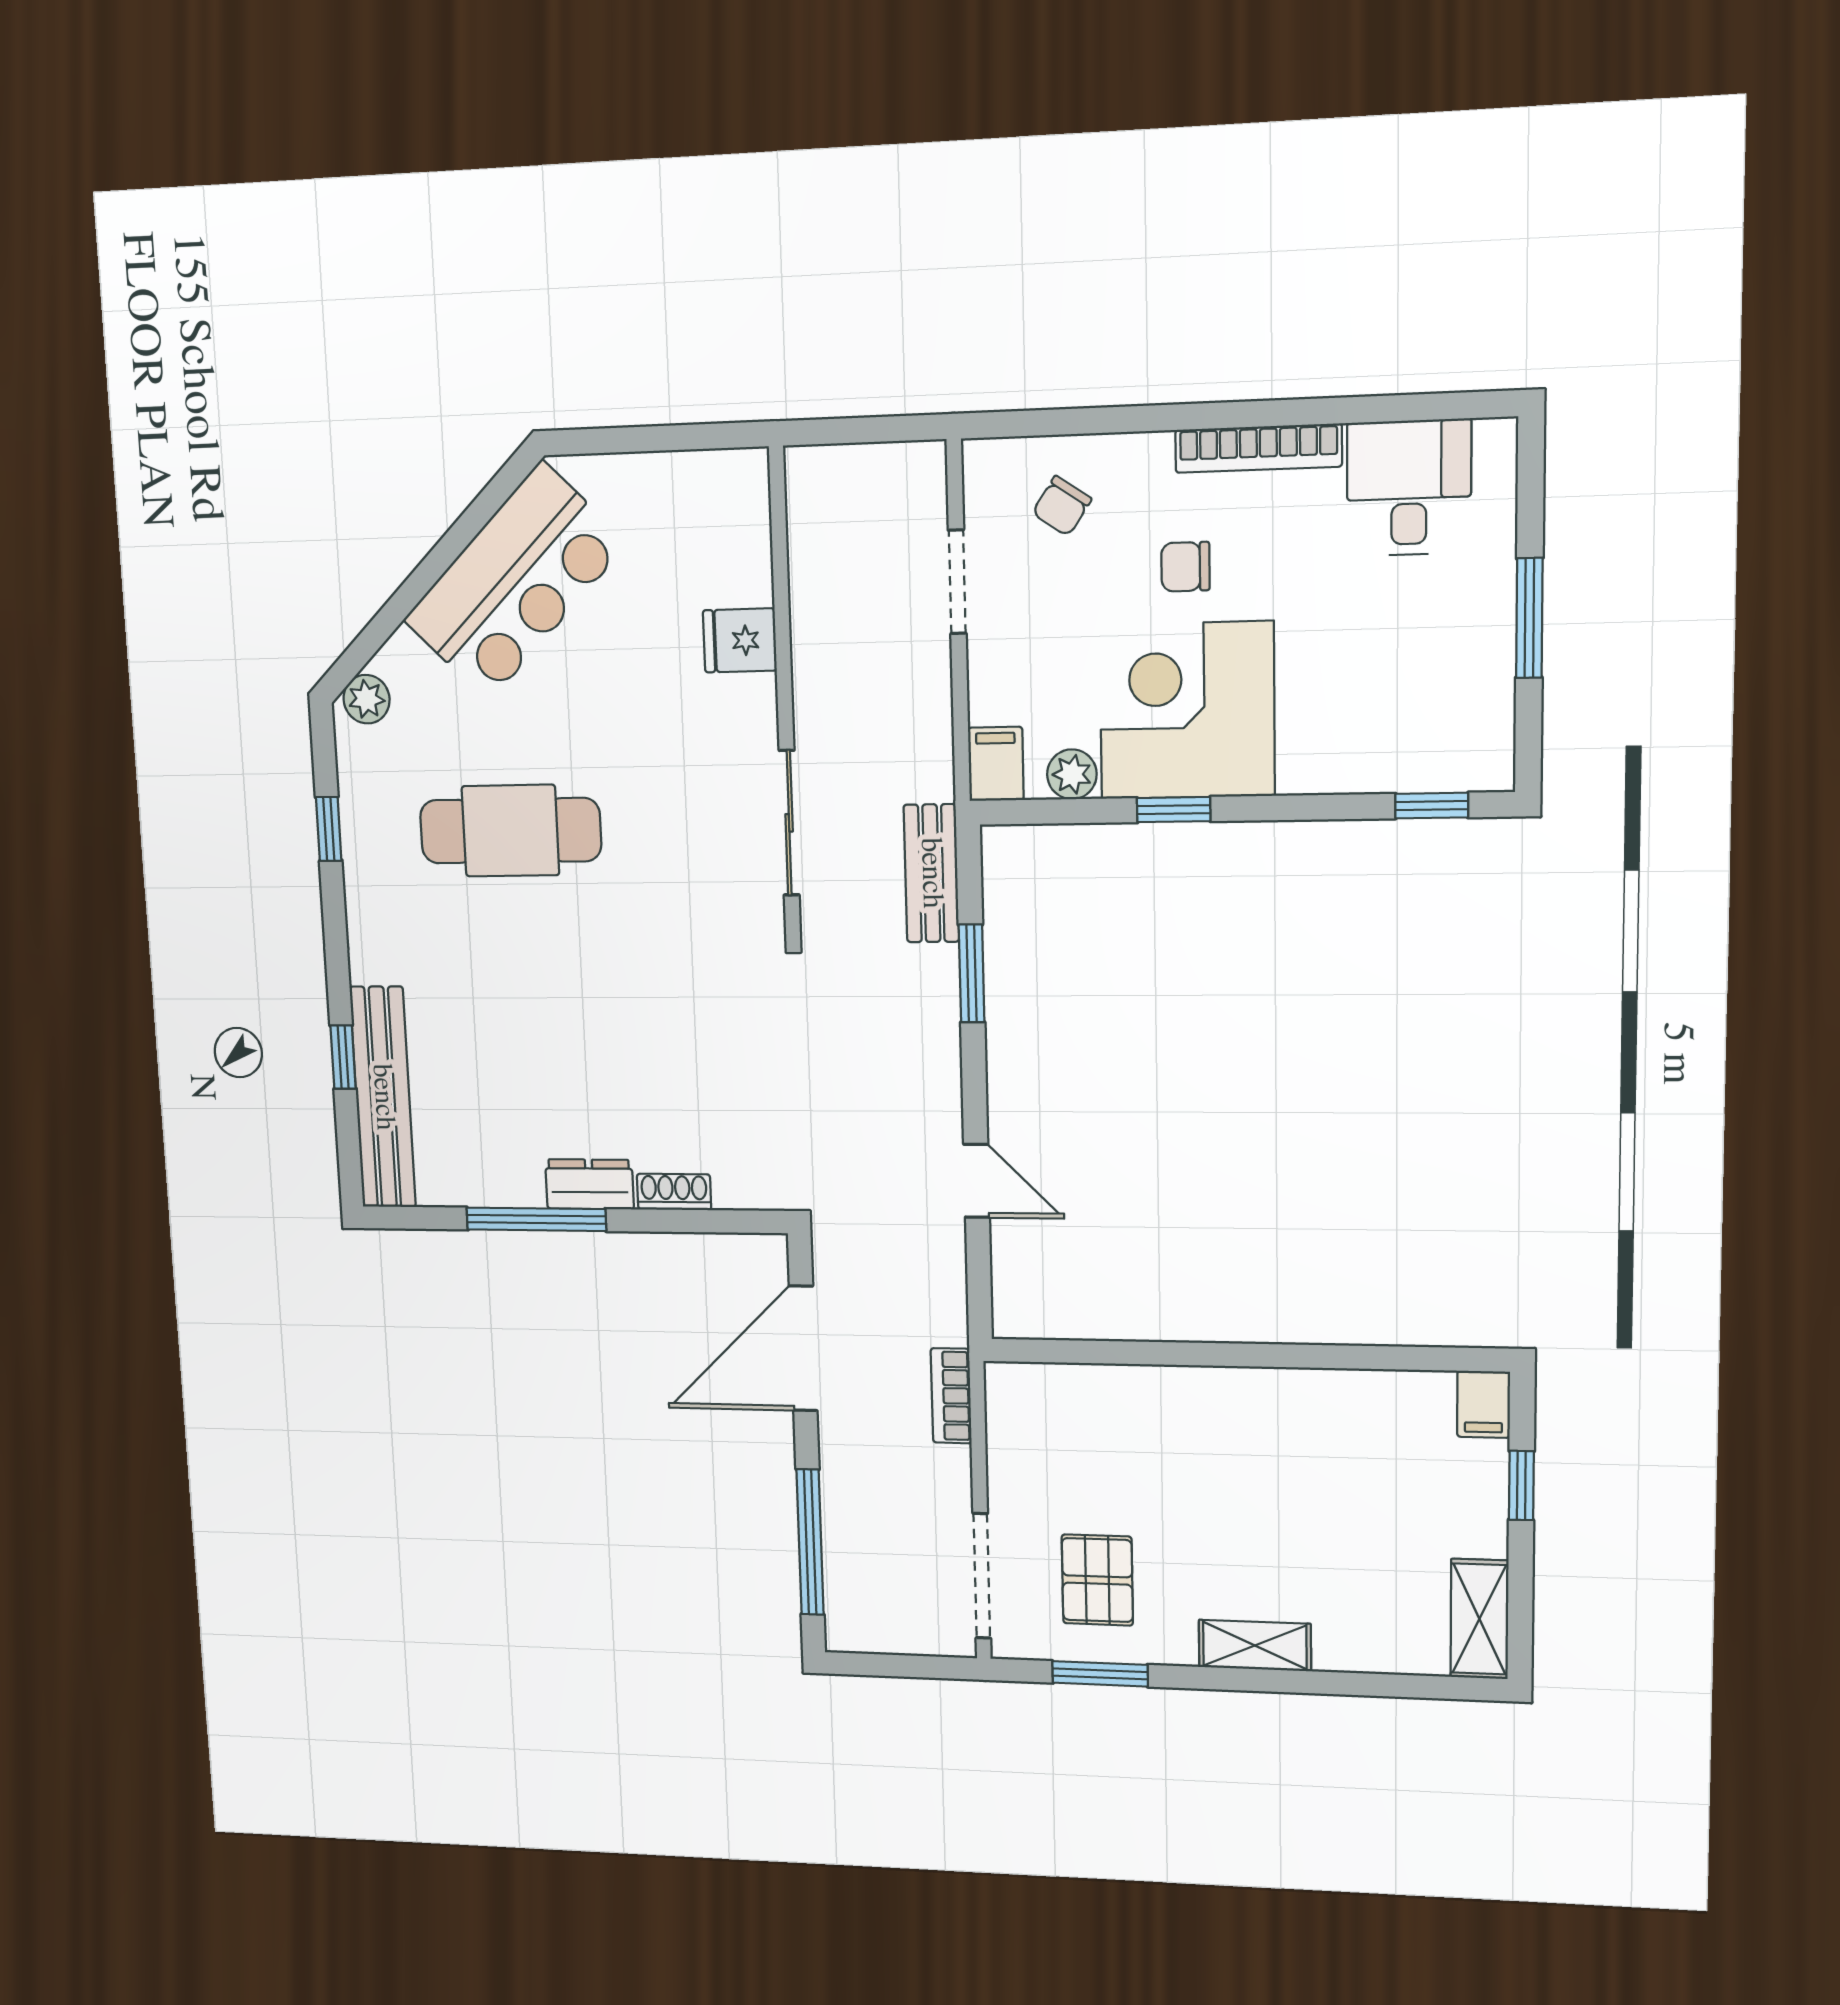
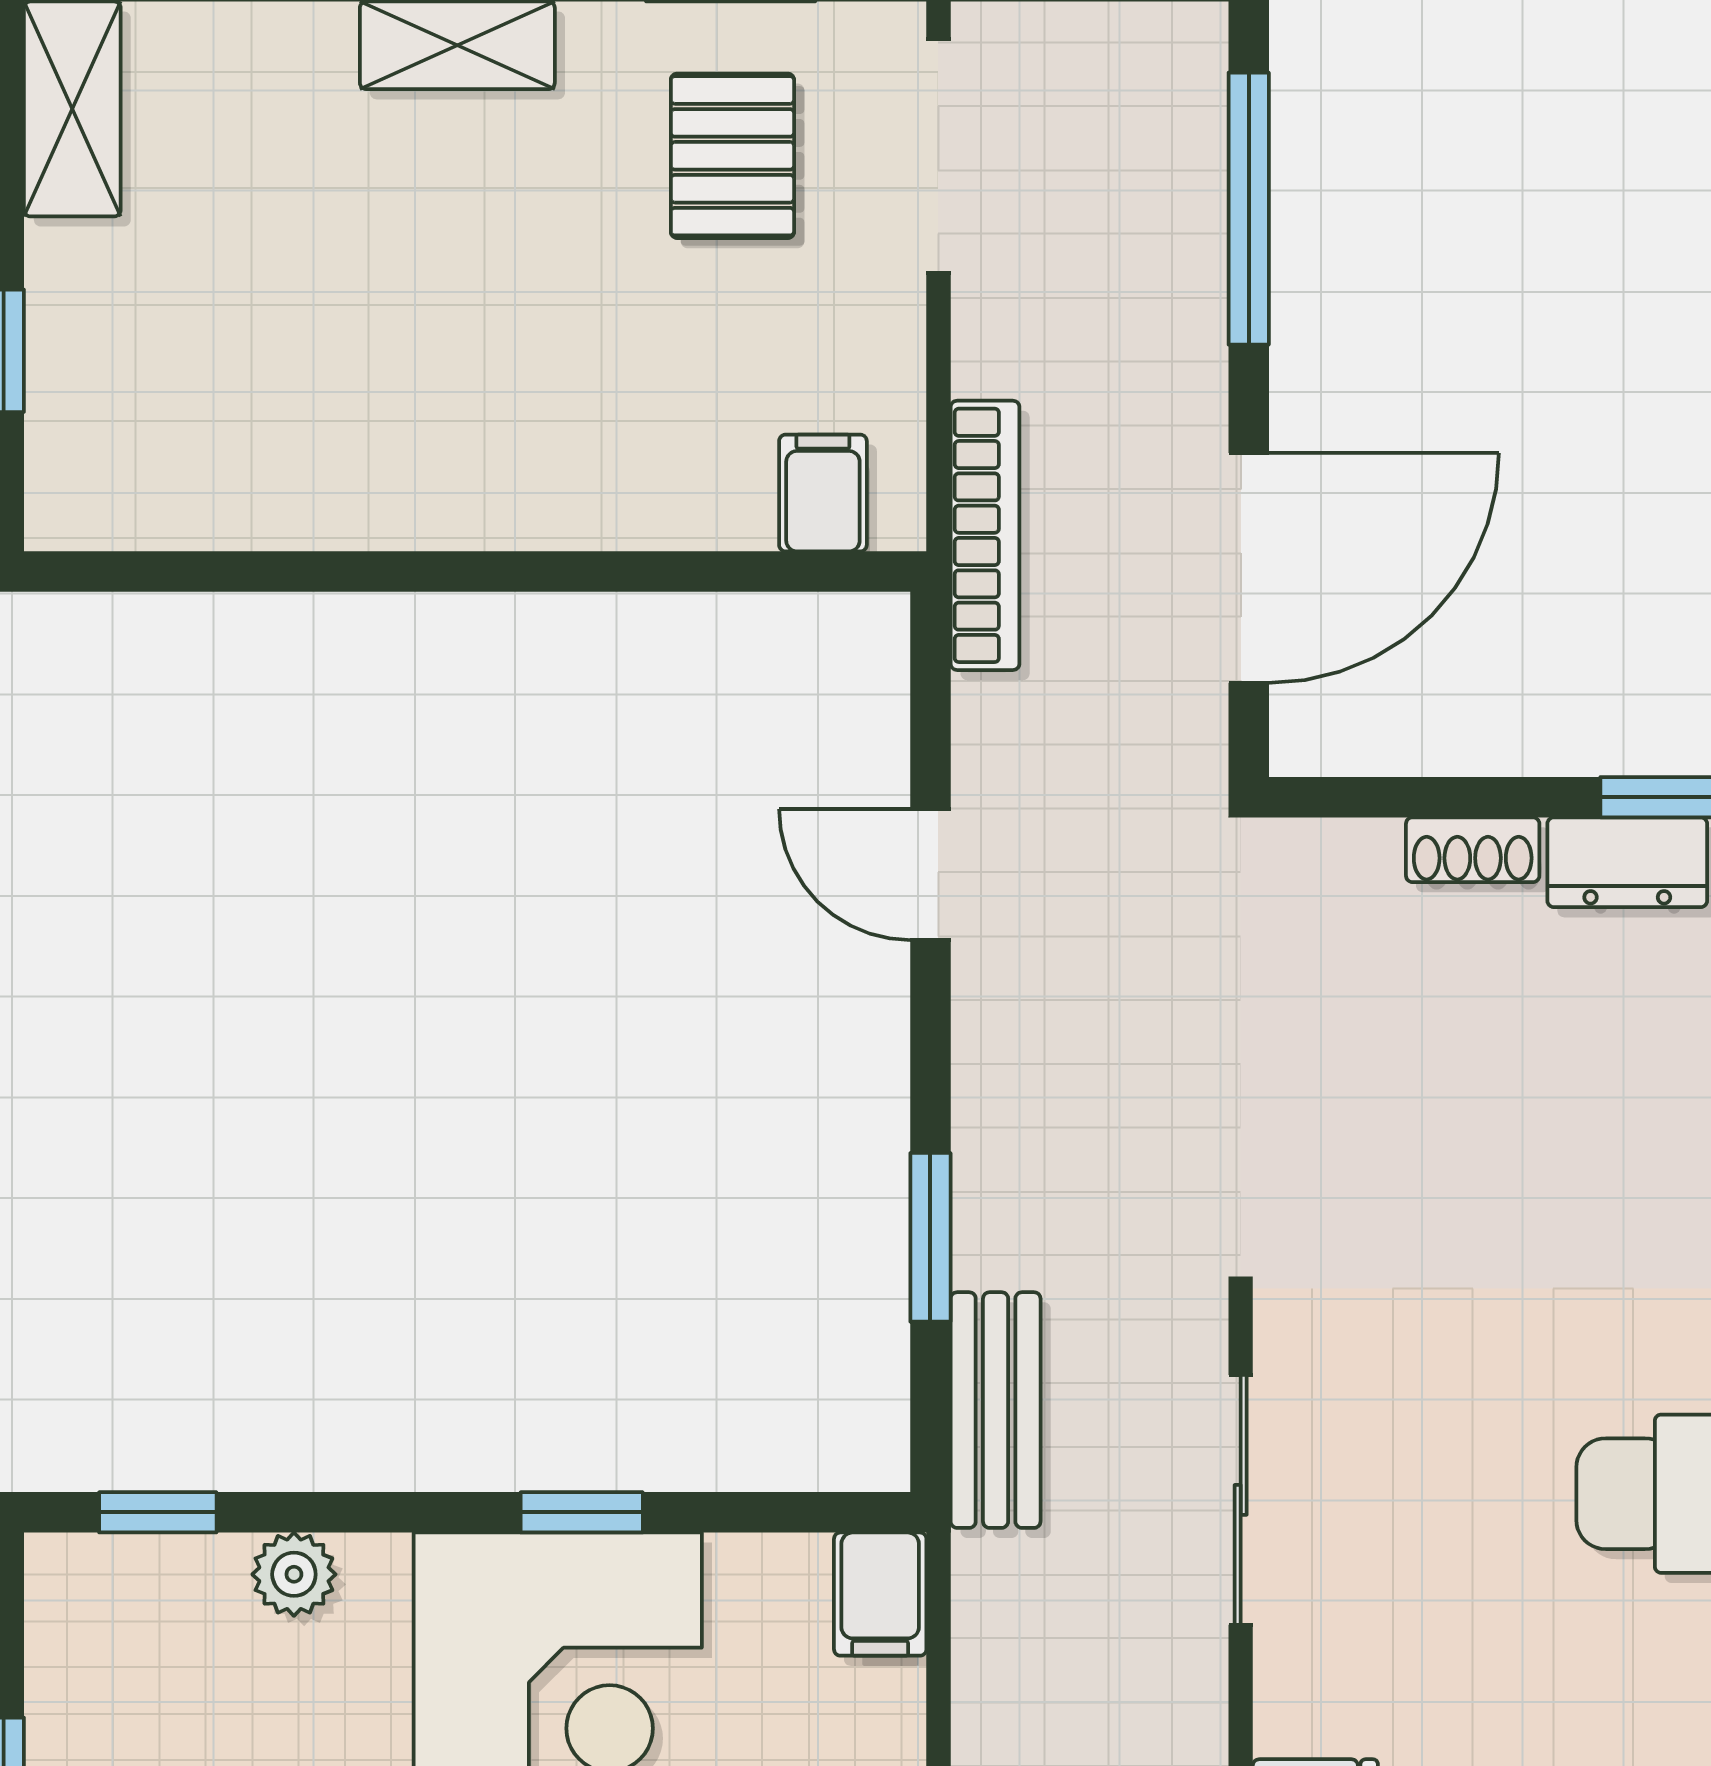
plant: (1072, 774) -> (294, 1574), moved
bookcase: (951, 1396) -> (985, 535), width x1.56
filing cabinet: (1484, 1404) -> (823, 493), moved

